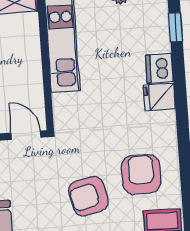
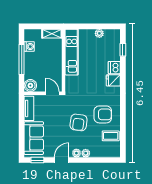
armchair: (141, 174) -> (103, 114), turned 90
armchair: (88, 196) -> (79, 122), turned -69

